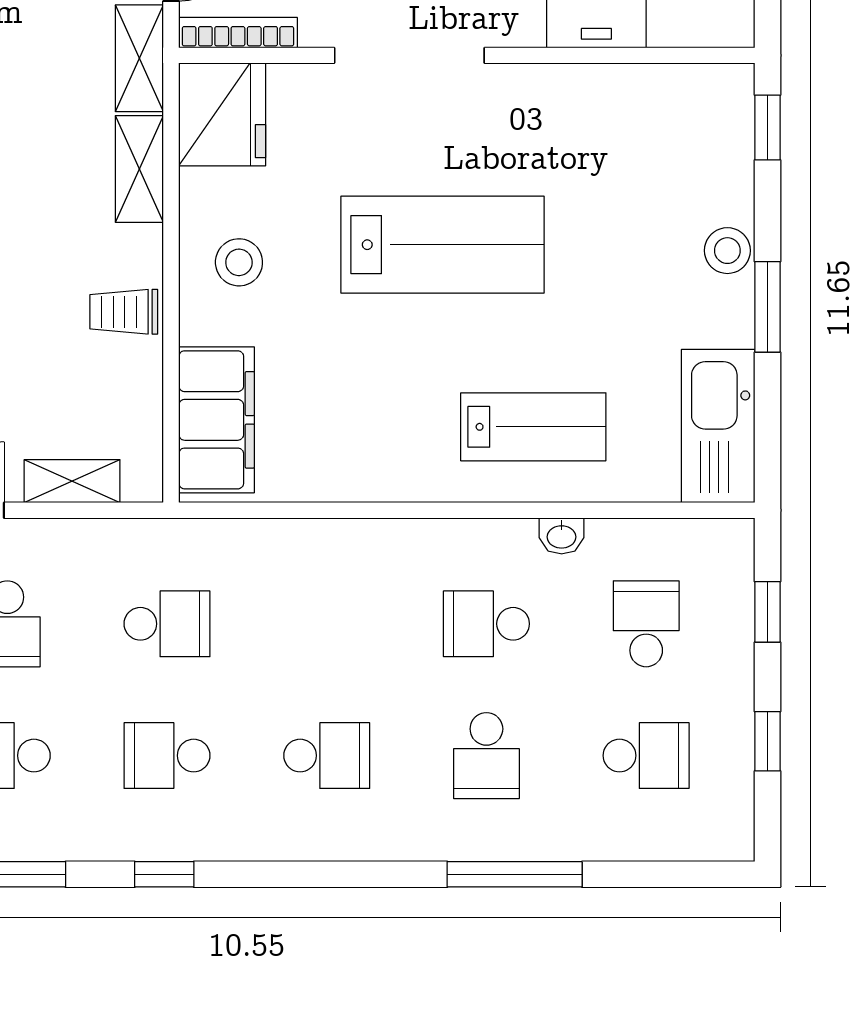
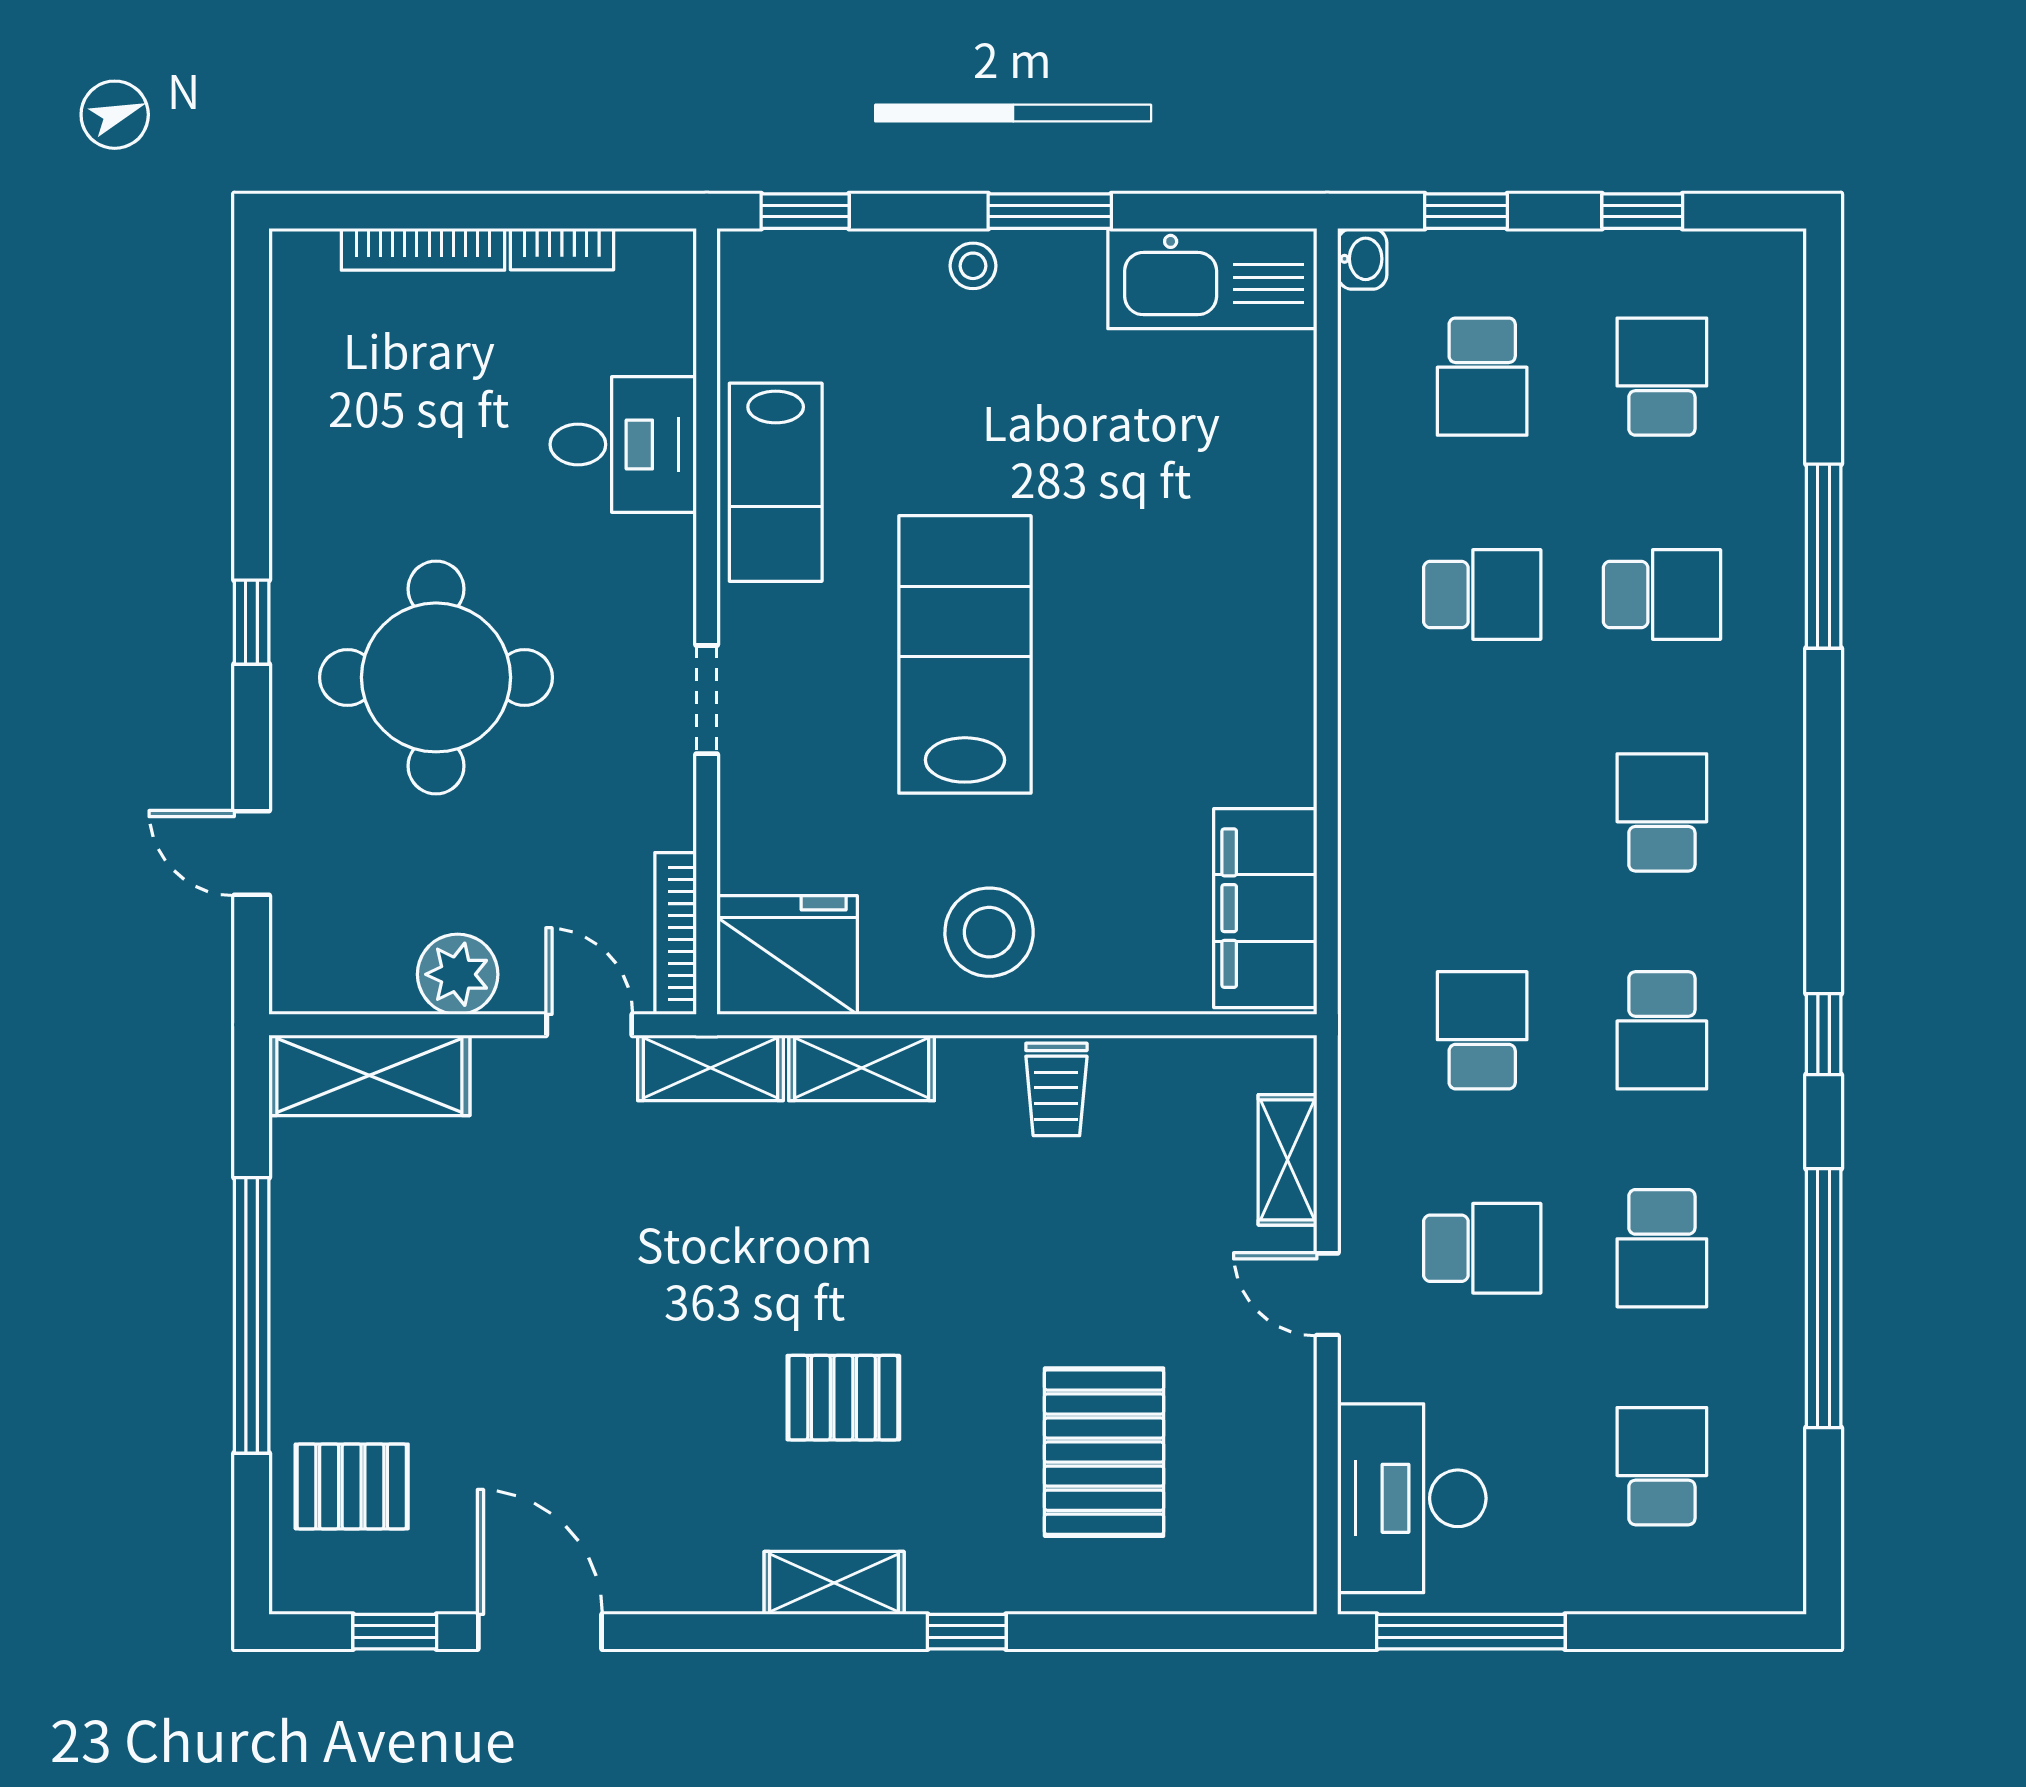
doorway: (409, 55) -> (707, 700), width x0.53
stool: (727, 251) -> (973, 266), width x0.73, depth x0.73
stool: (239, 262) -> (989, 932), width x1.38, depth x1.38
filing cabinet: (216, 420) -> (1265, 908), moved, turned -90
lab bench: (533, 427) -> (776, 482), moved, turned 180
washbasin: (562, 536) -> (1362, 259), moved
school desk: (486, 624) -> (1482, 595), turned -90
school desk: (646, 624) -> (1482, 377), turned -90

